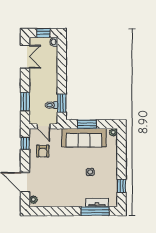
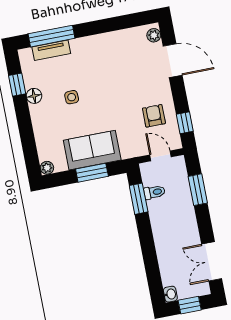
sofa: (84, 138) -> (92, 150), width x0.73
floor lamp: (113, 177) -> (34, 96), added

